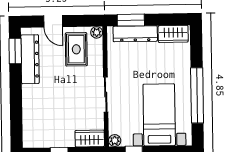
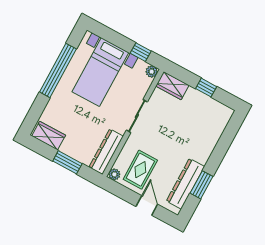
window: (131, 20) -> (67, 162), moved
dresser: (135, 34) -> (106, 152), moved, turned -90
window: (15, 51) -> (202, 185), moved

